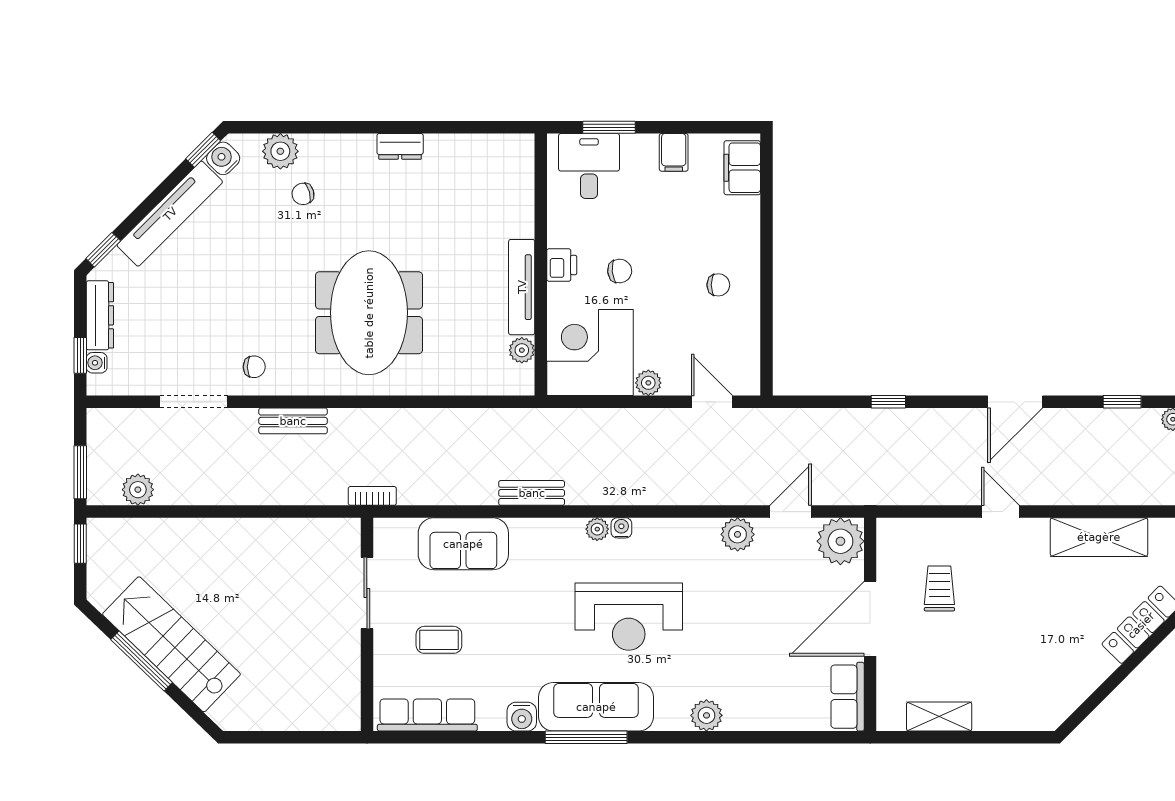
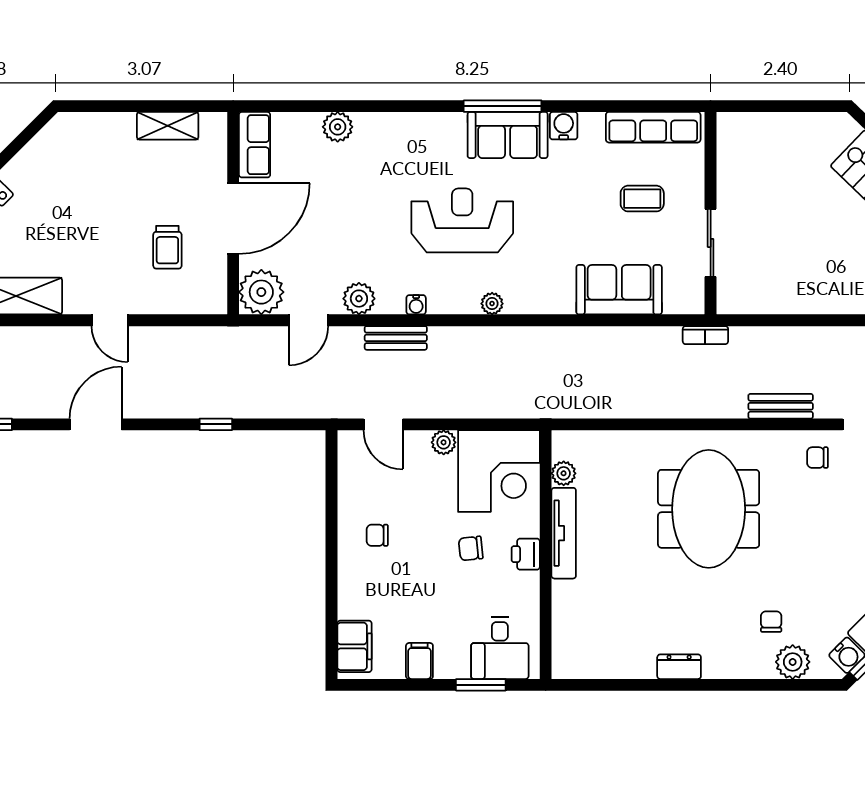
chair: (303, 194) -> (771, 622), turned -75
bench: (532, 493) -> (396, 338), moved
water cooler: (621, 528) -> (416, 305), moved
sofa: (596, 707) -> (508, 135), width x0.73
plant: (706, 715) -> (338, 127), moved

